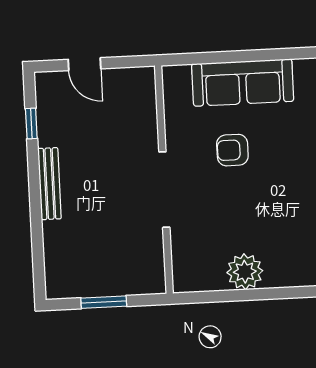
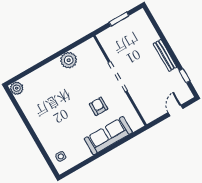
door: (84, 64) -> (175, 111), hinge flipped
armchair: (232, 150) -> (99, 106), turned -90

